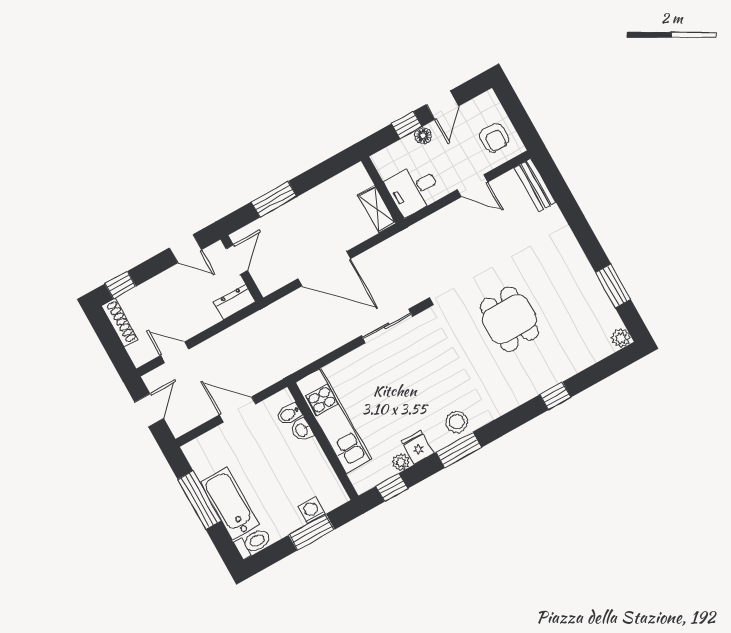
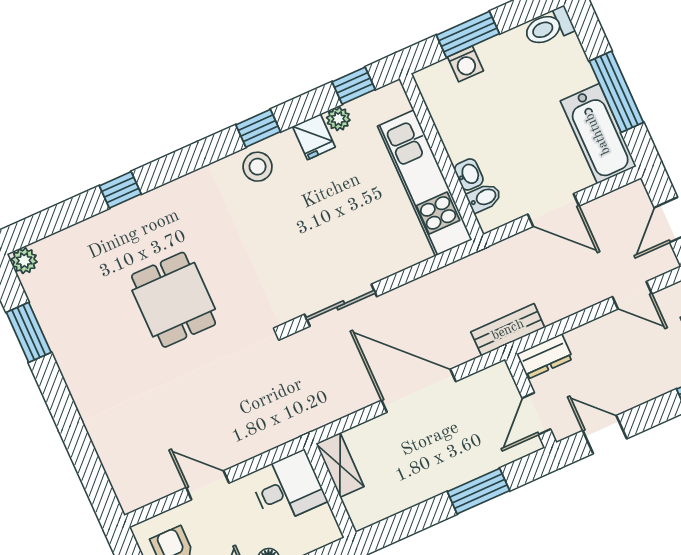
bench: (535, 185) -> (508, 330), moved, turned 90
window: (459, 450) -> (258, 128), width x0.67
bathtub: (230, 504) -> (598, 134), moved

